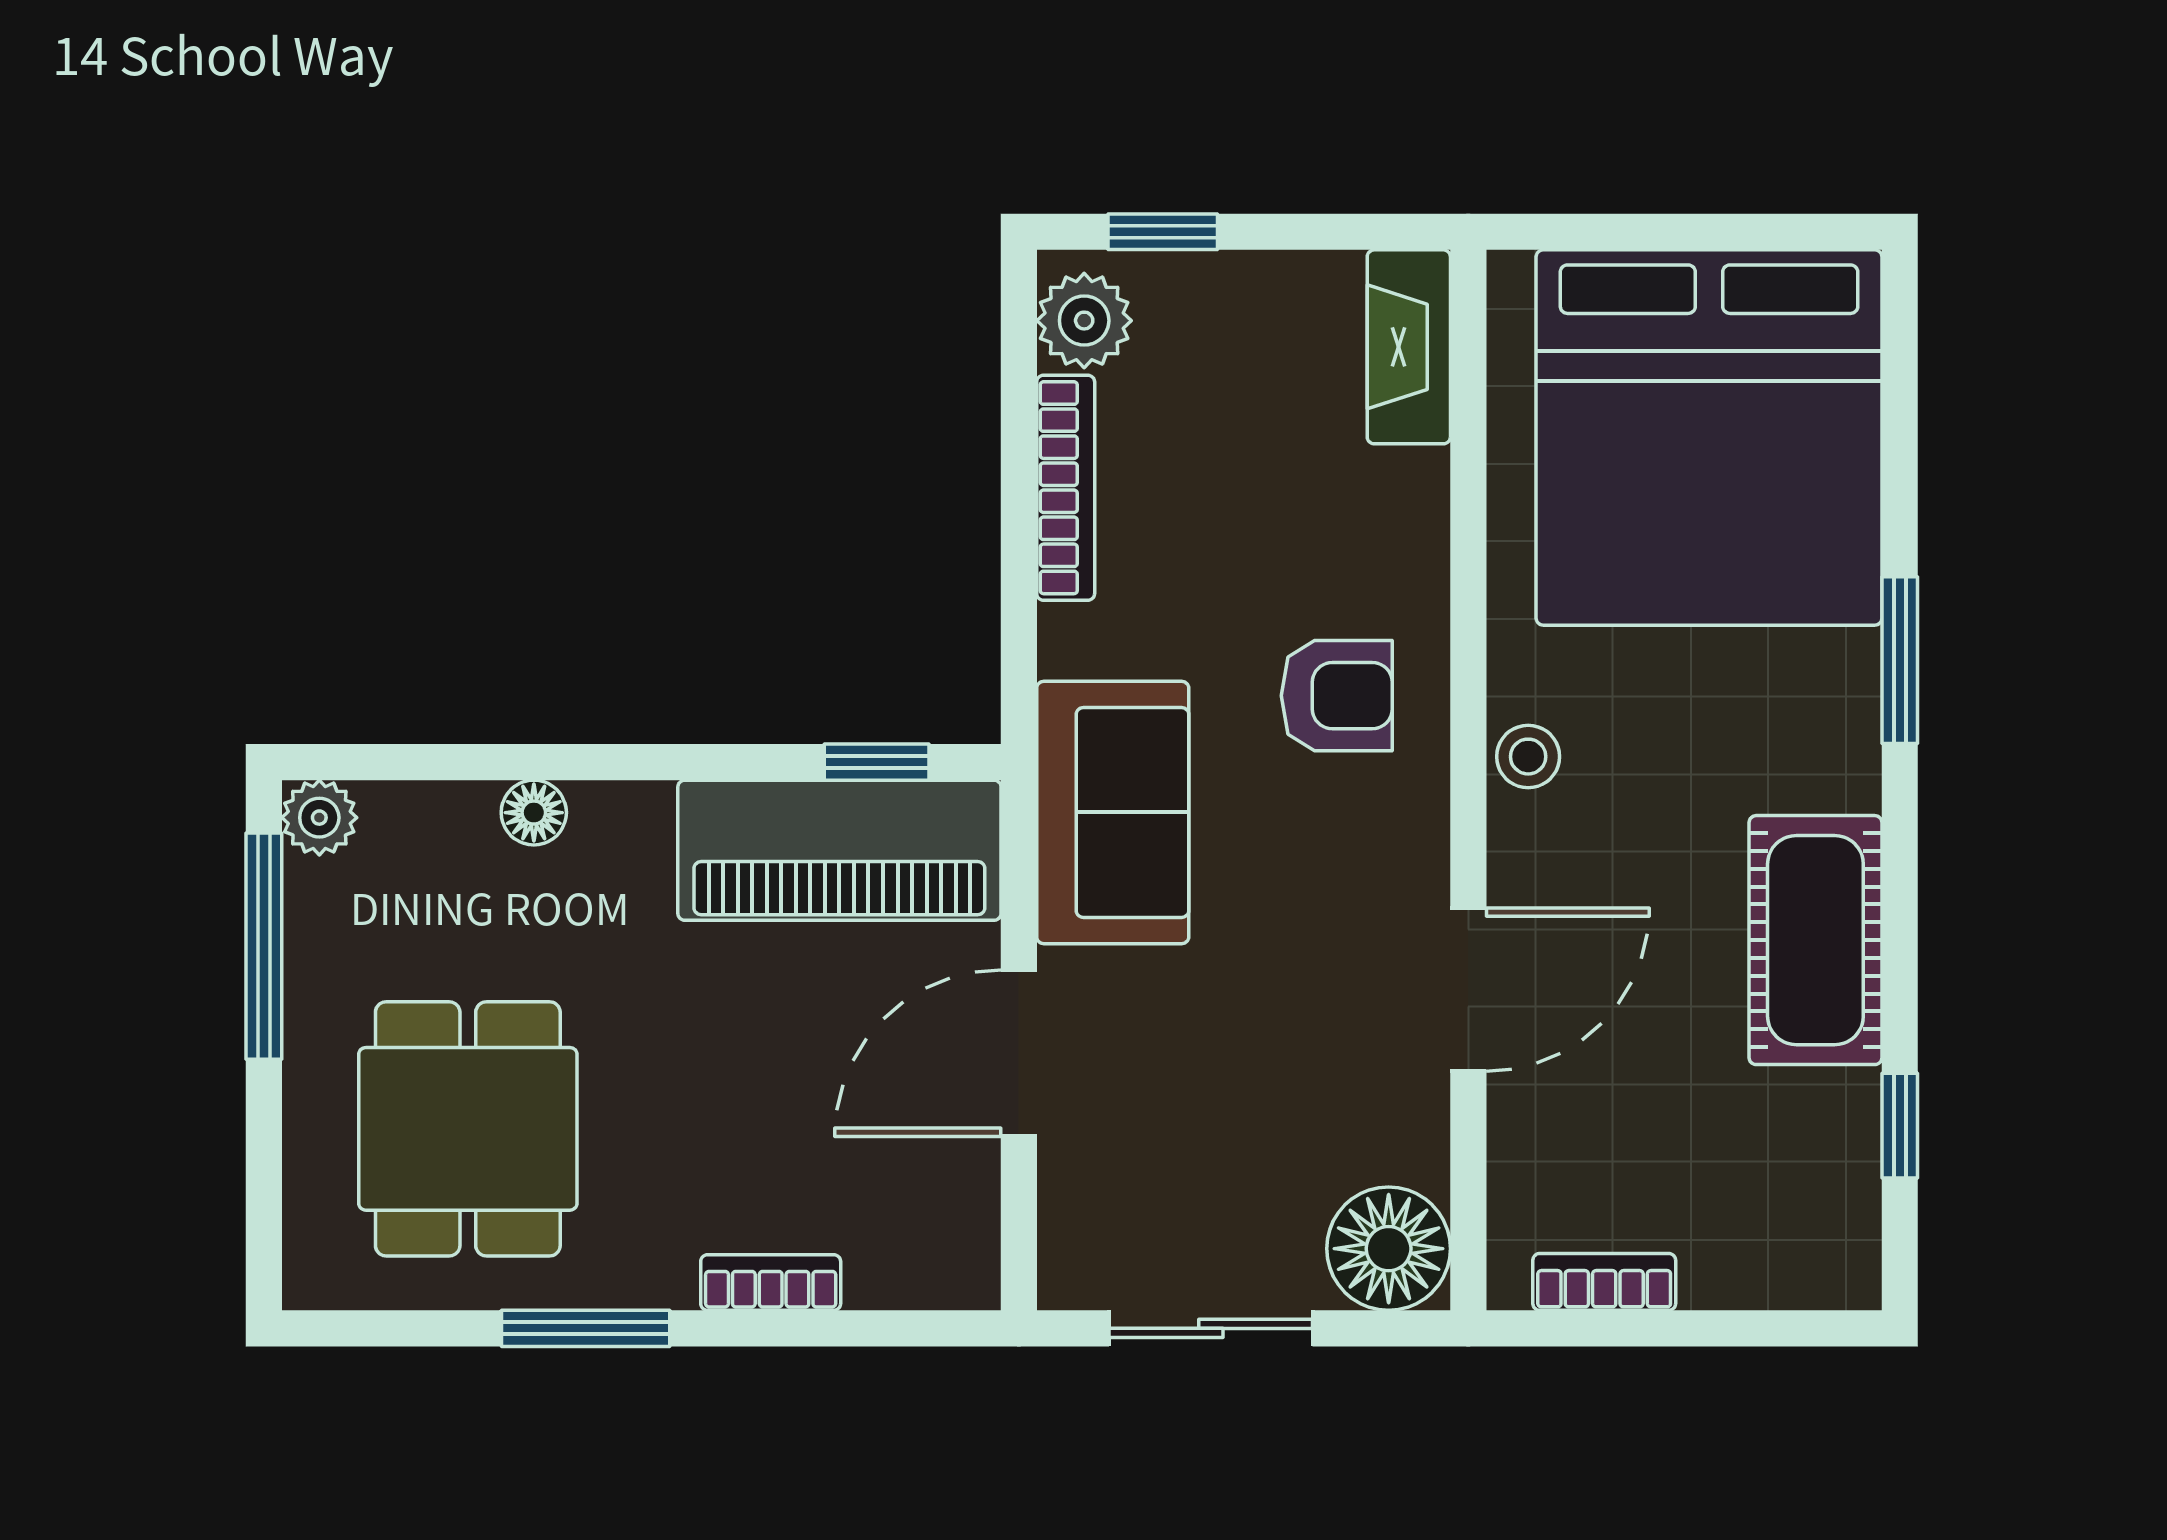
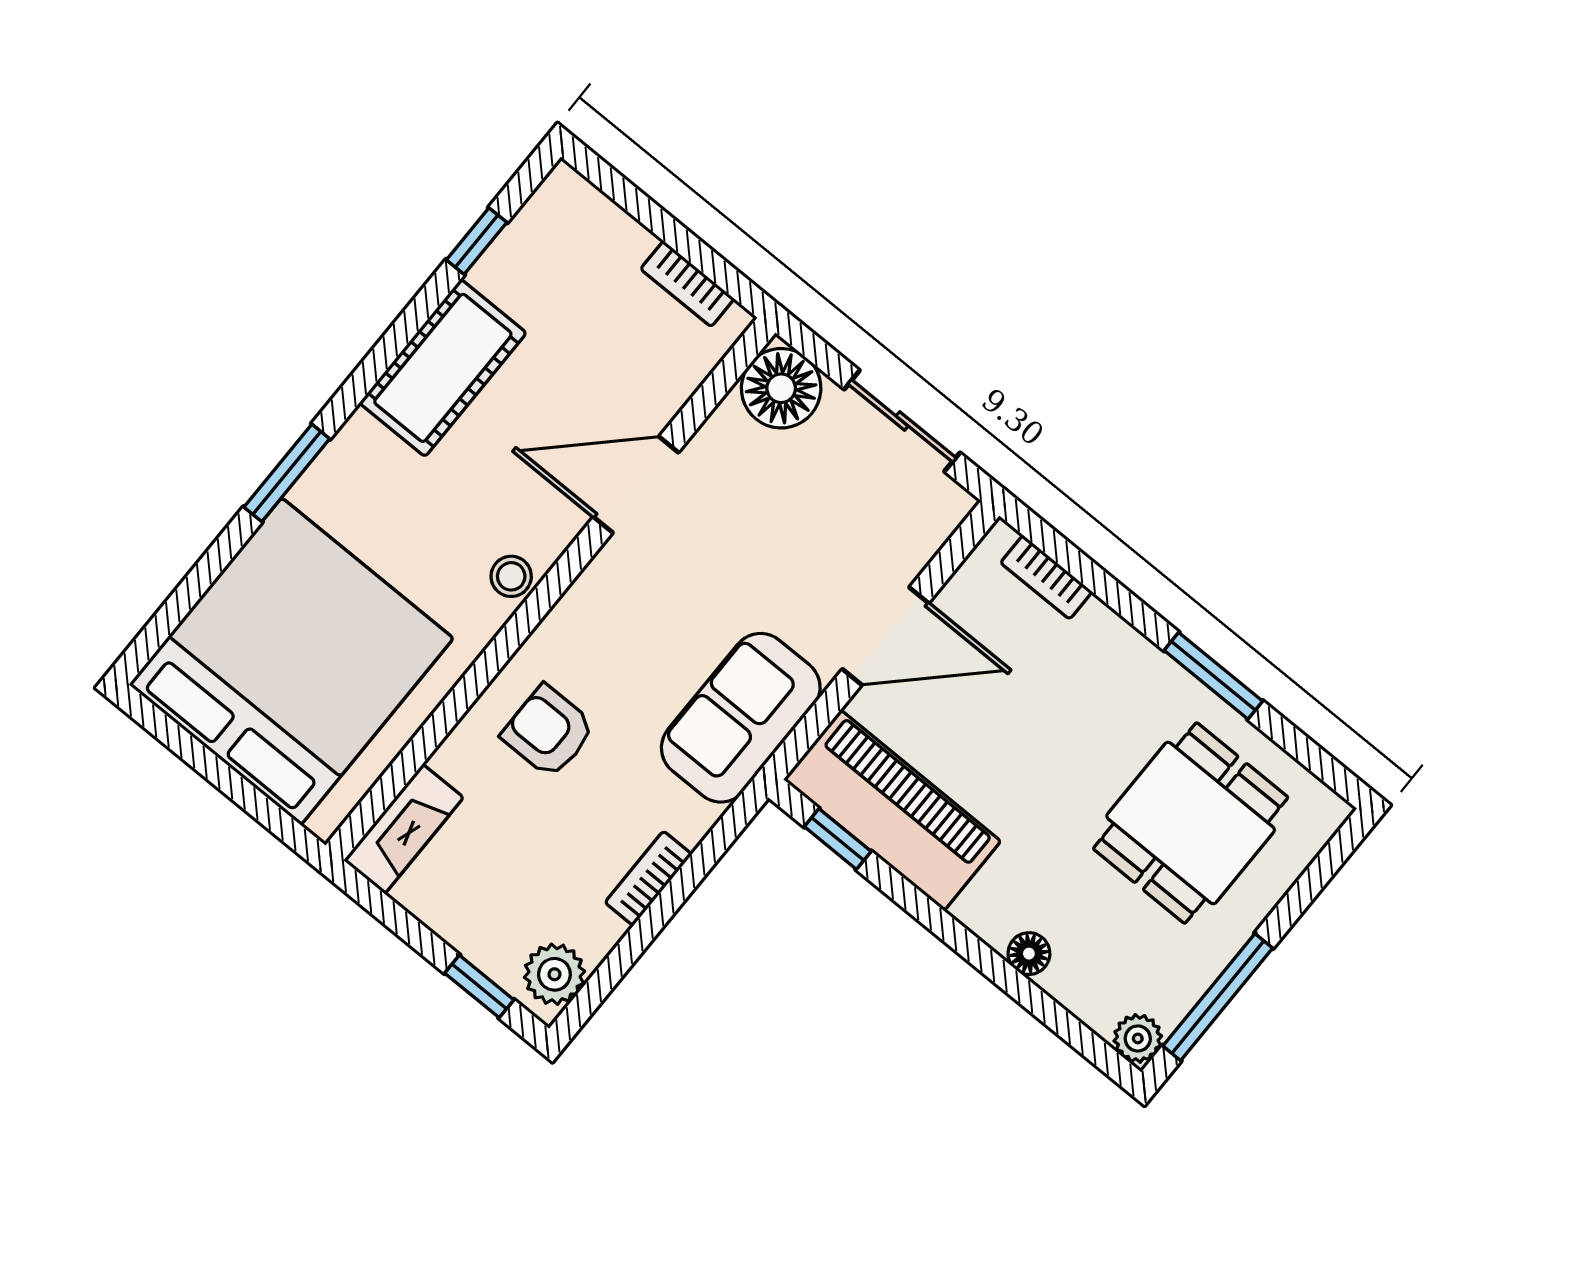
bookcase: (1066, 488) -> (648, 878), width x0.64
armchair: (1337, 696) -> (548, 731), moved
bookcase: (771, 1282) -> (1046, 577), moved

